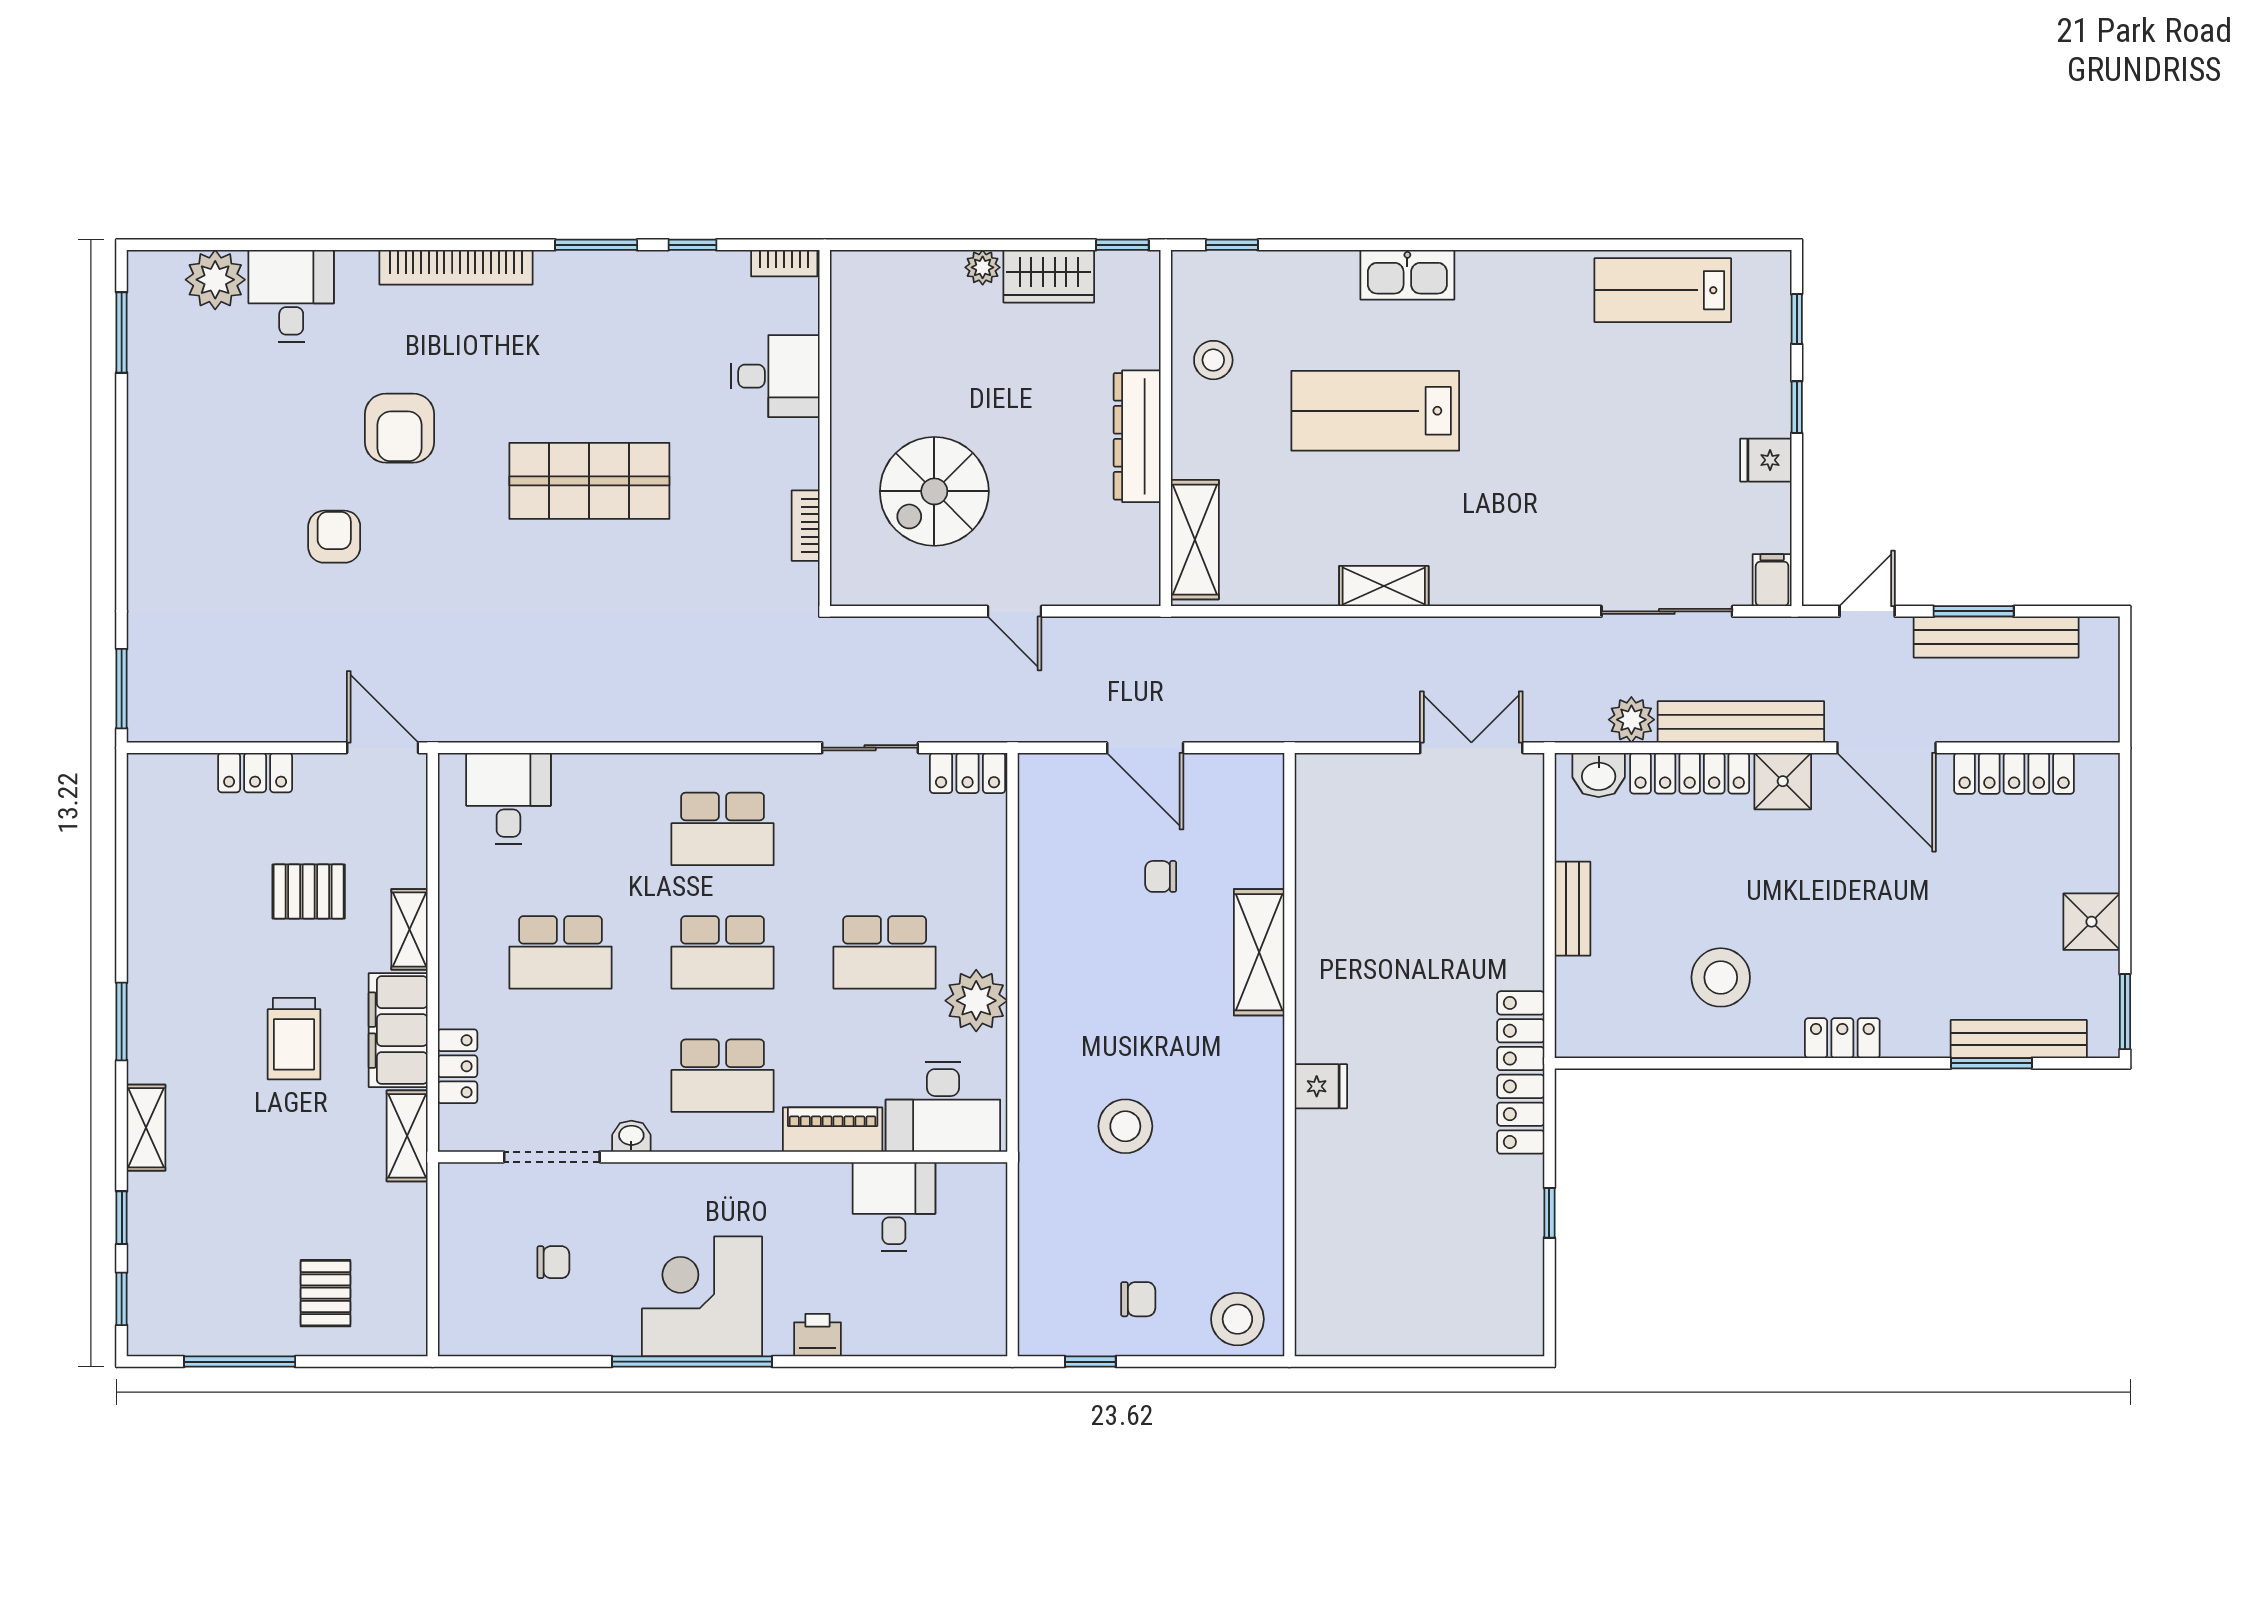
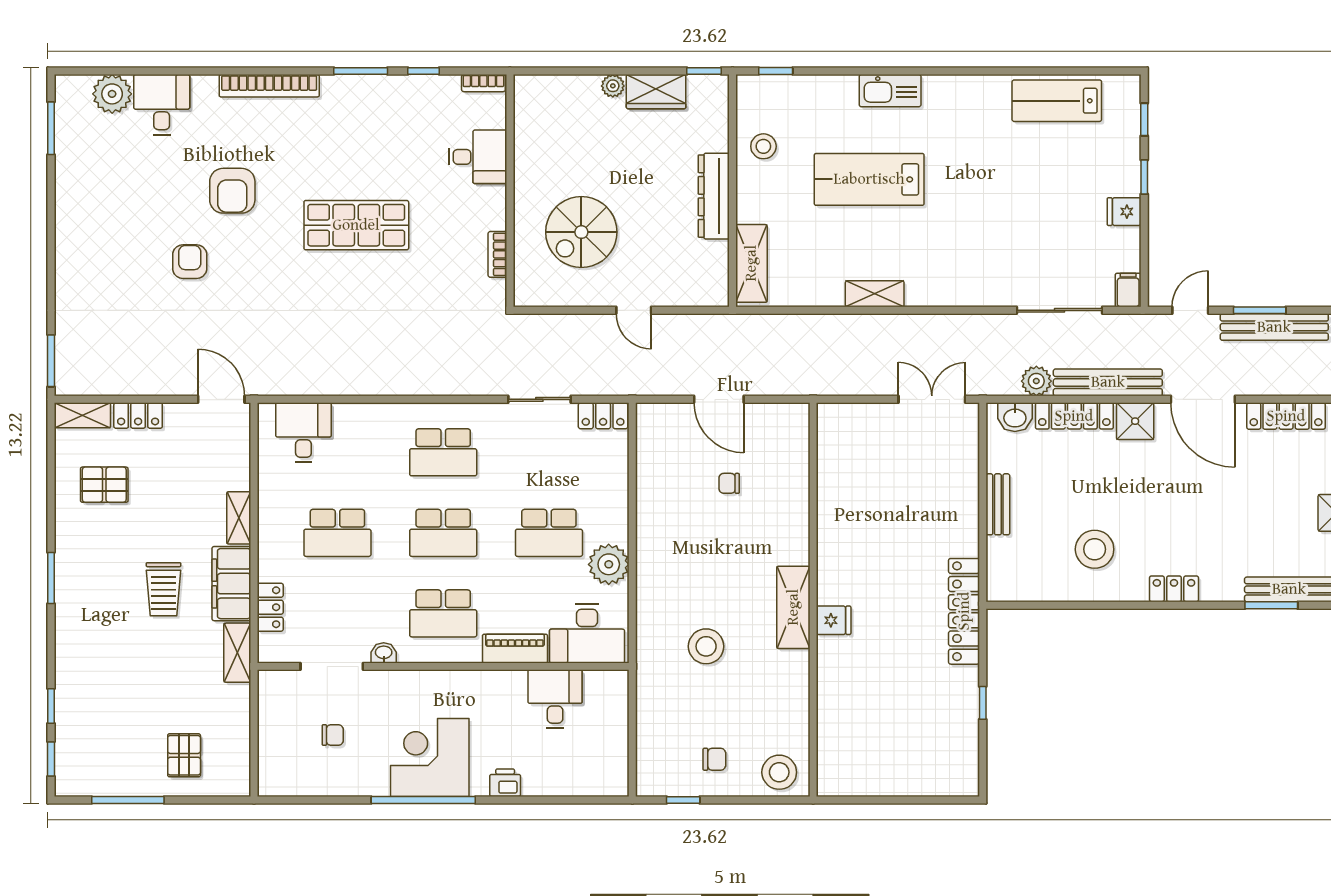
pallet: (309, 892) -> (104, 485), moved
shelving: (1259, 952) -> (793, 607), moved
shelving: (146, 1128) -> (82, 415), moved, turned 90

